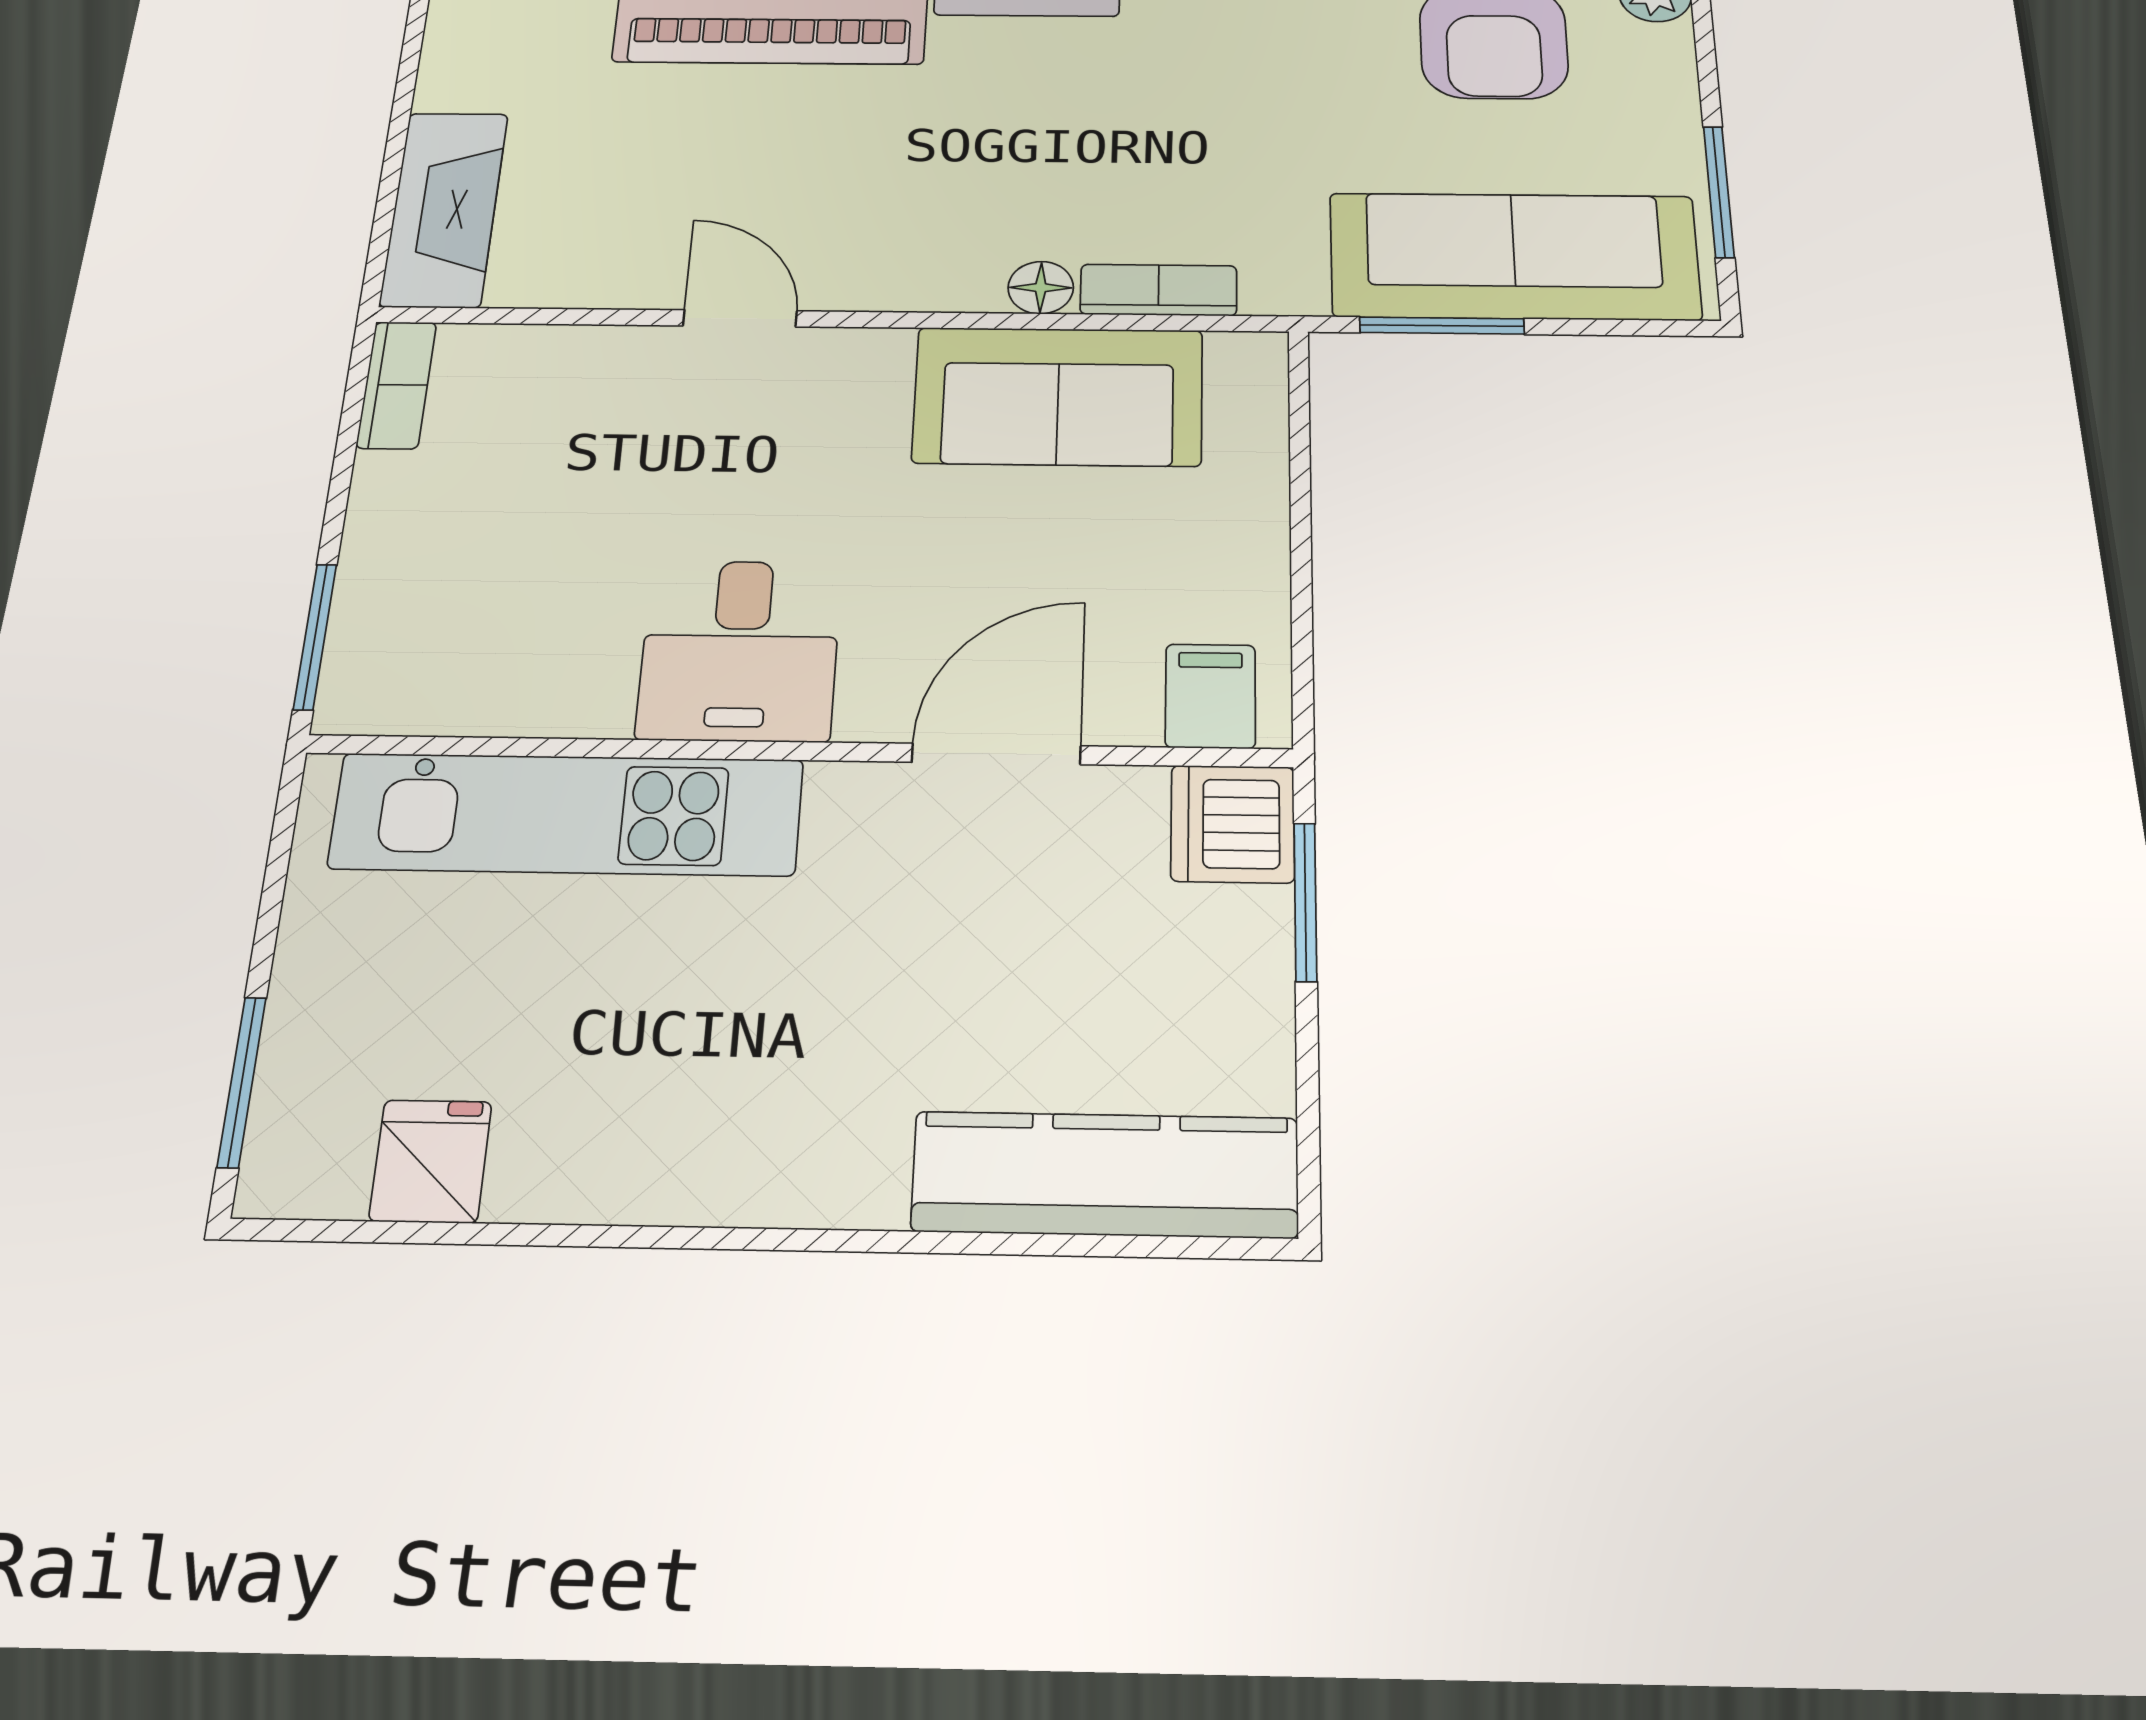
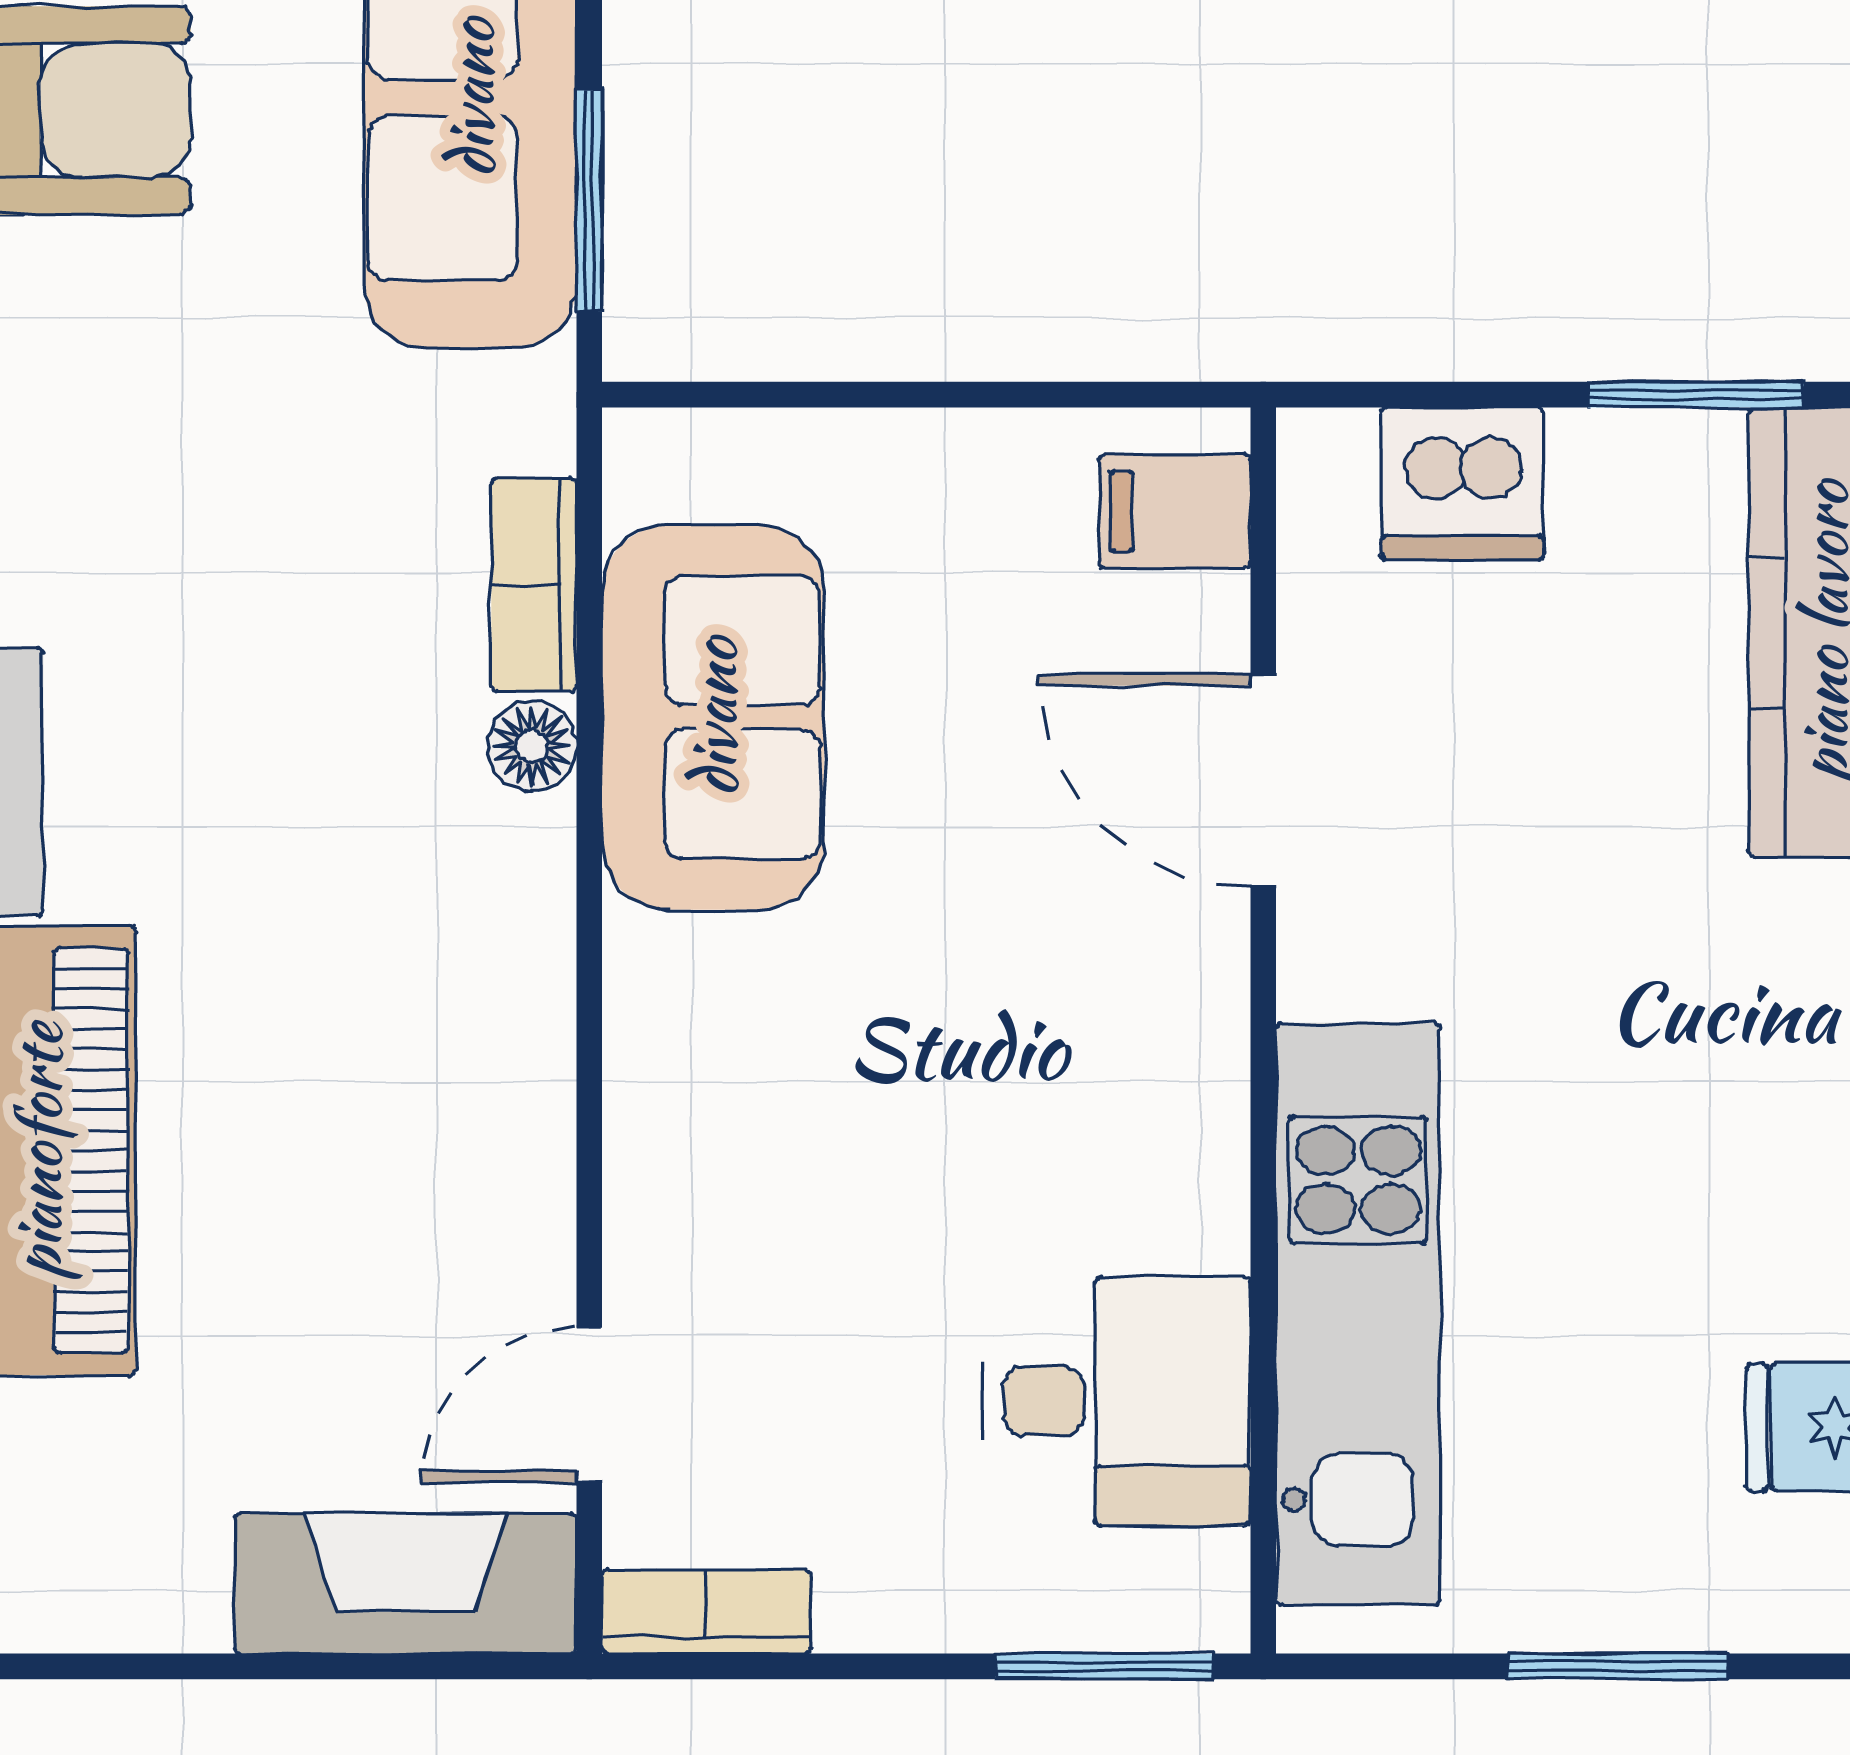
door: (740, 318) -> (589, 1405), moved
desk: (740, 650) -> (1117, 1401), moved
dishwasher: (1233, 824) -> (1462, 483), moved
window: (1305, 902) -> (1696, 395), moved
window: (242, 1082) -> (1618, 1666), moved

